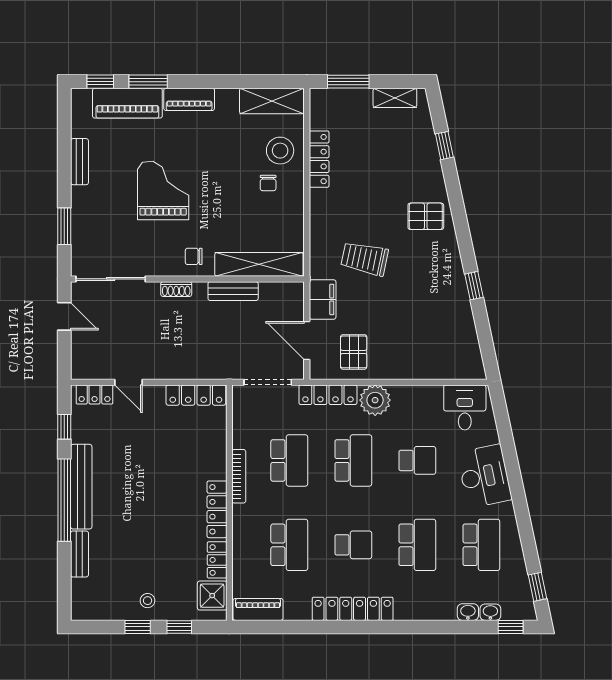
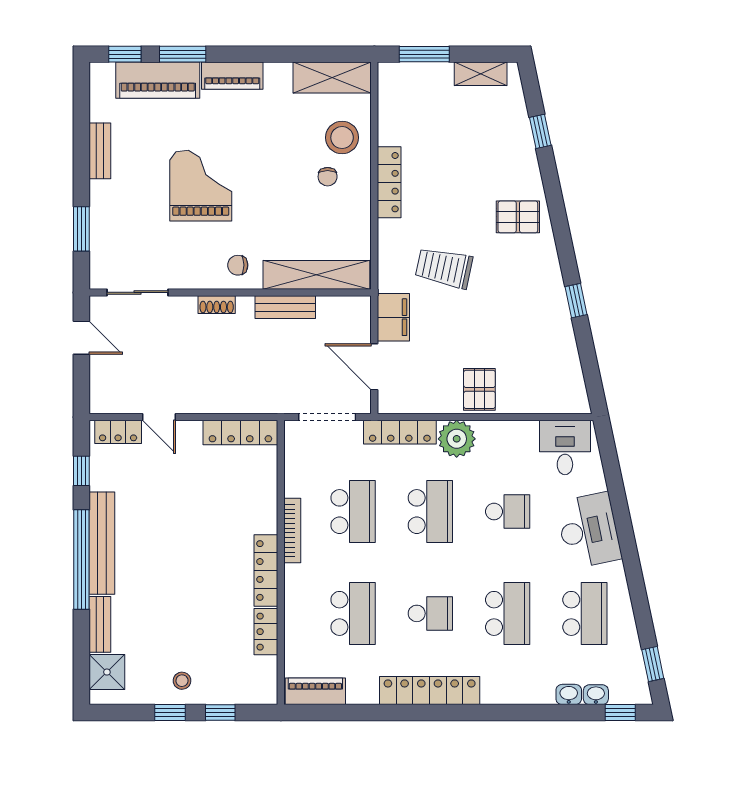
locker: (319, 159) -> (389, 182), moved
sliding door: (111, 279) -> (137, 292), width x0.73
pallet: (354, 352) -> (479, 389), moved
shower: (212, 596) -> (107, 672), moved

